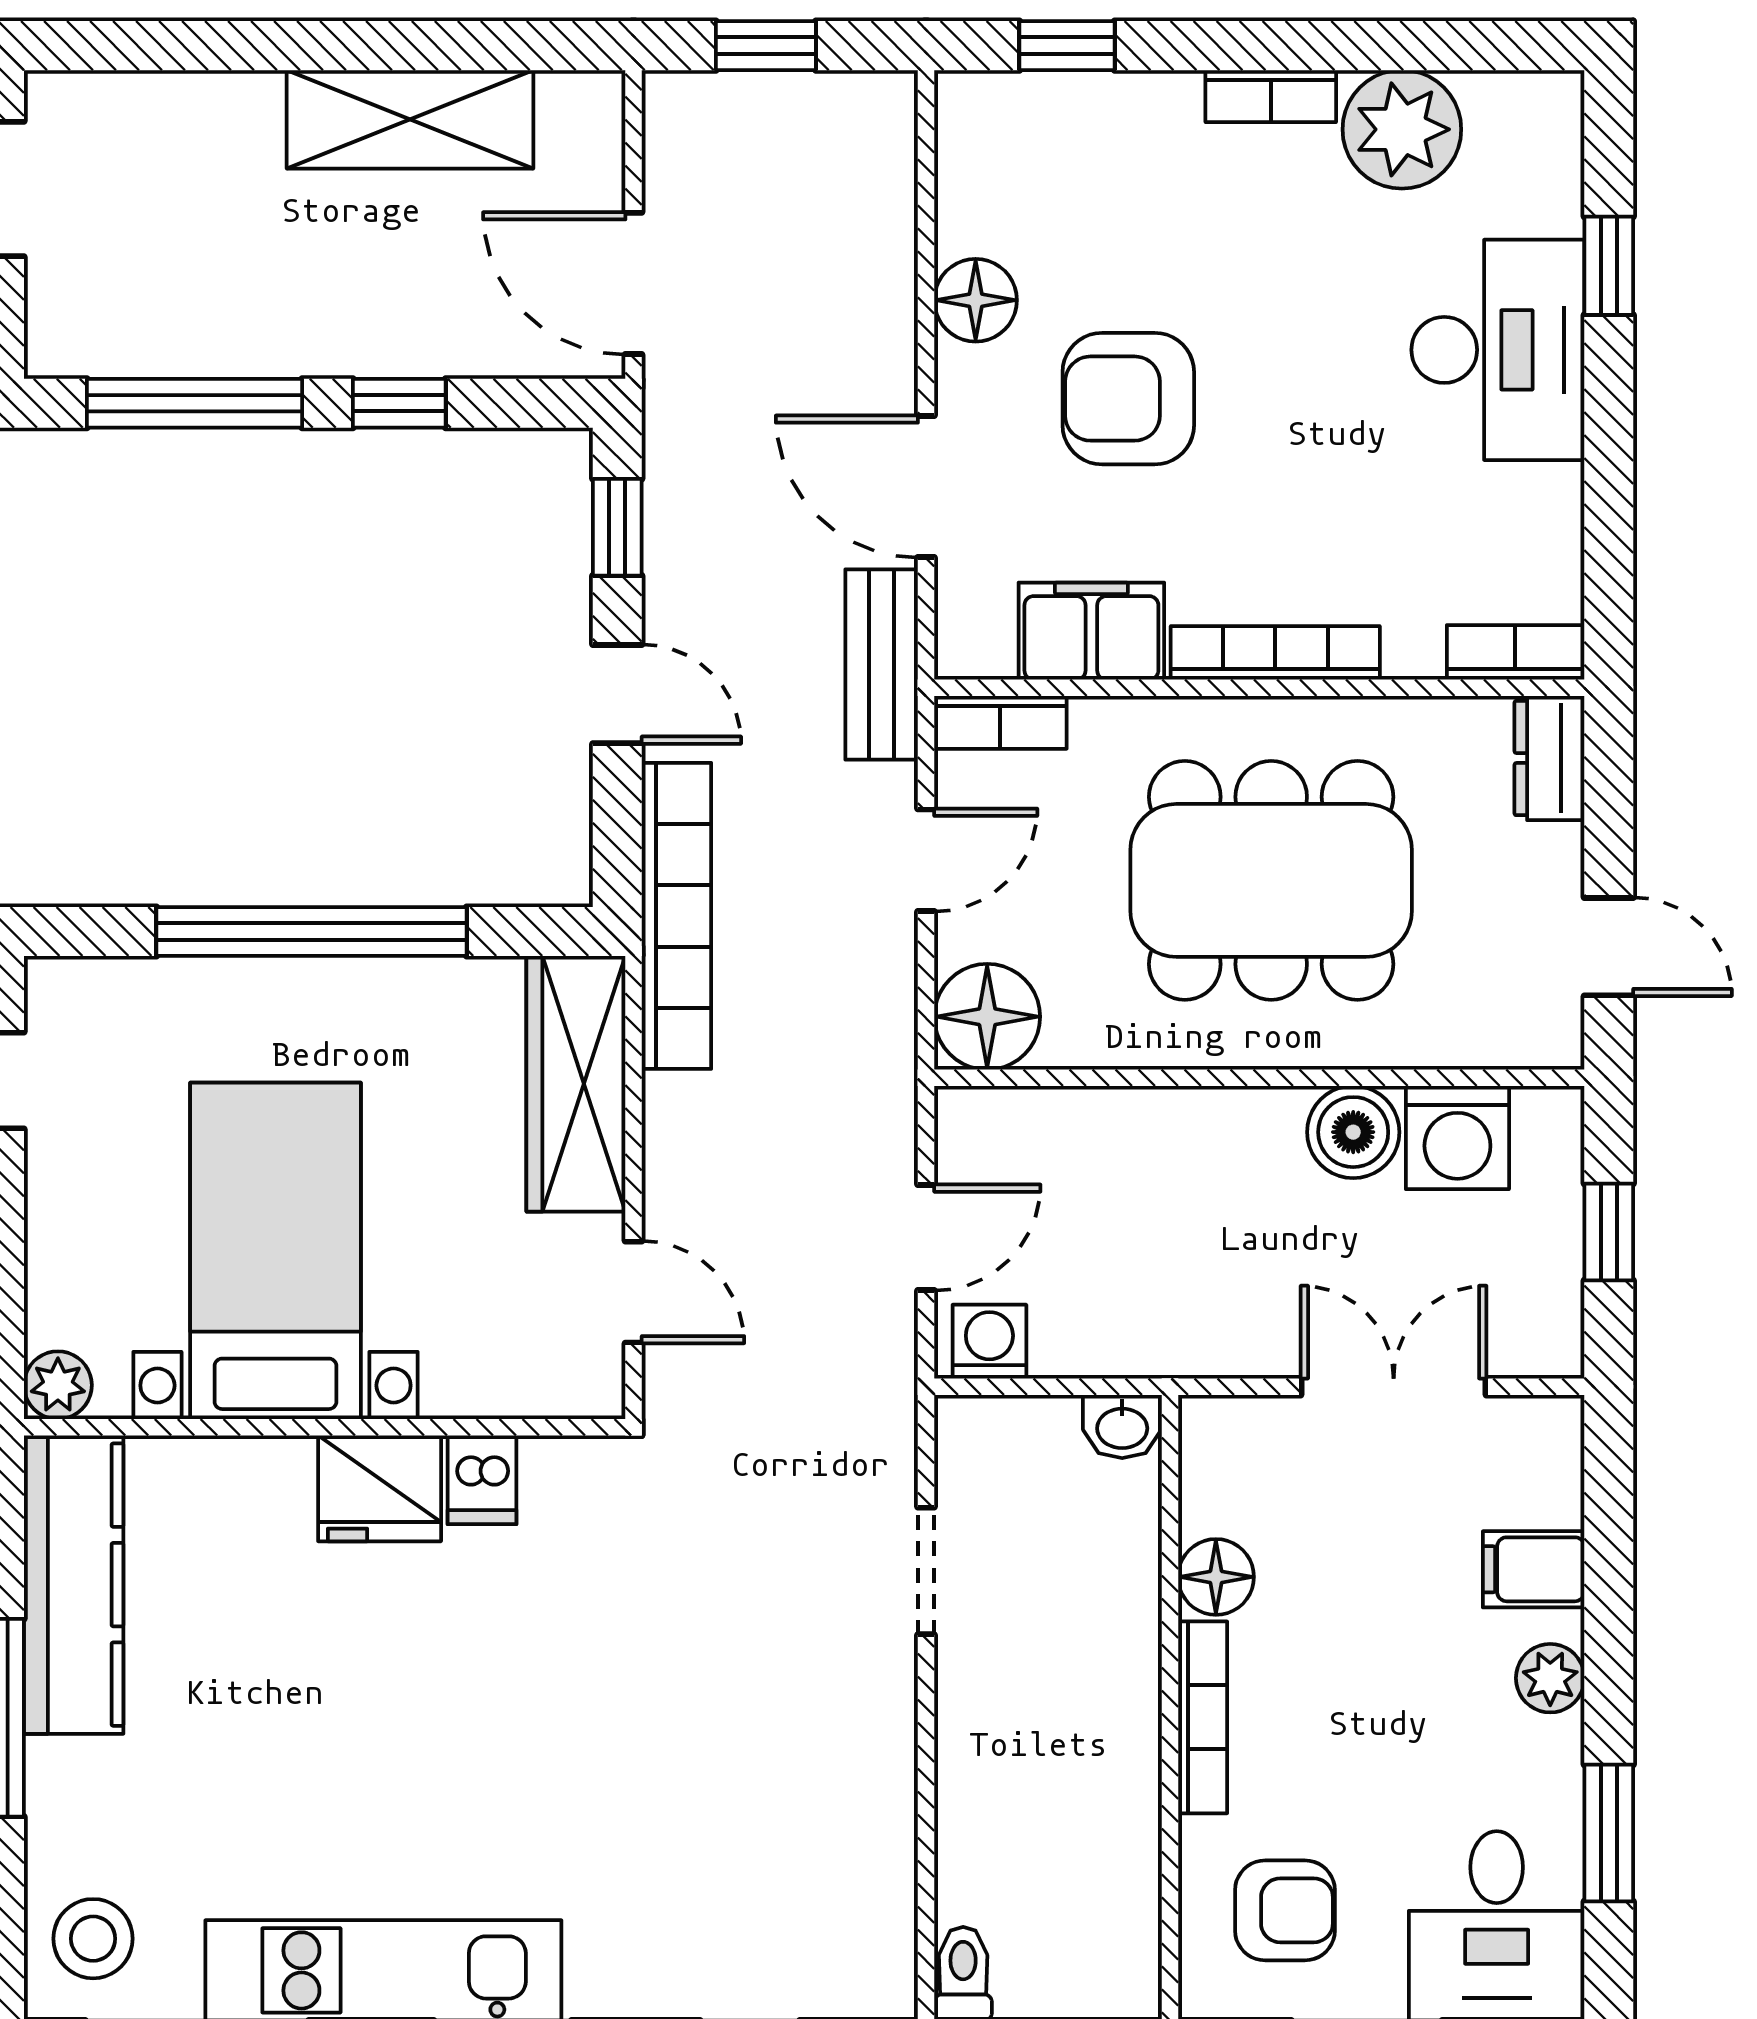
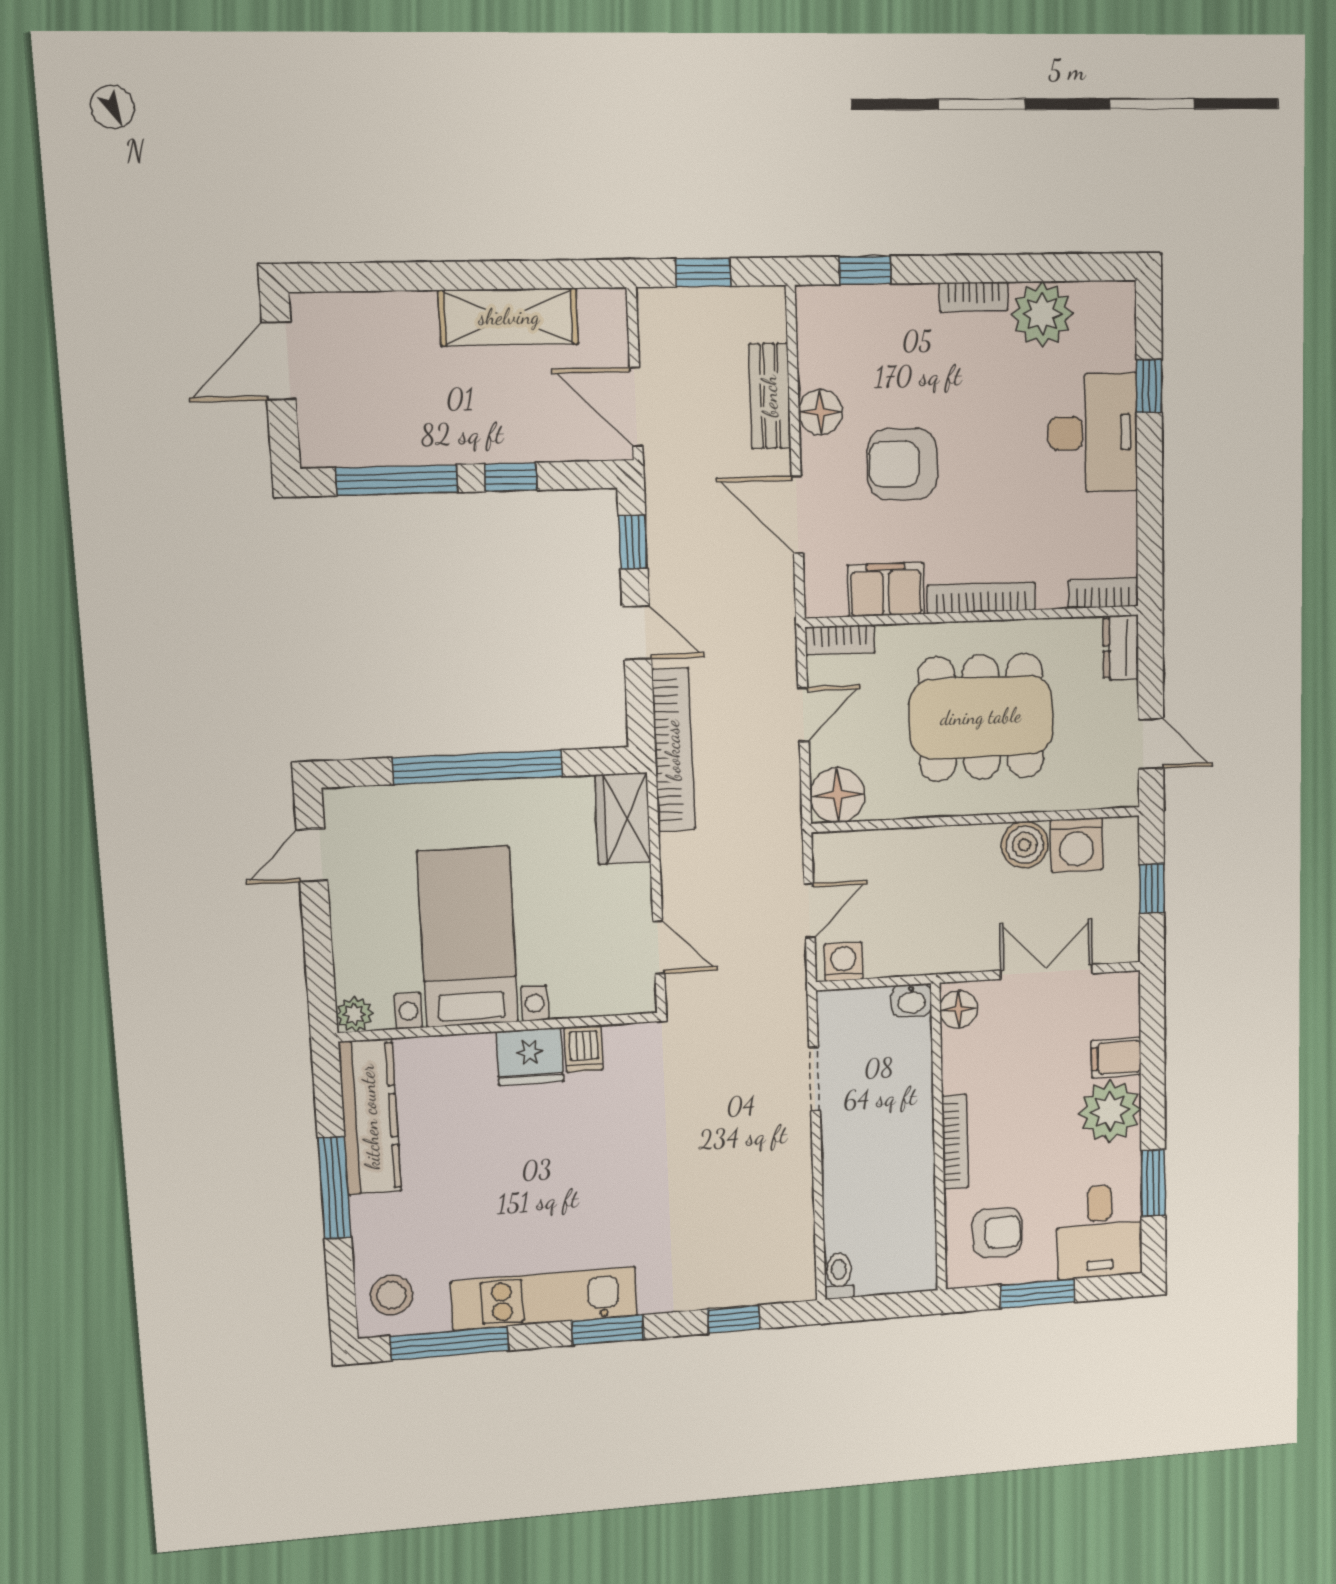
bench: (882, 664) -> (770, 396), moved
wardrobe: (576, 1084) -> (623, 818), width x0.67
floor lamp: (1216, 1577) -> (959, 1009), moved
plant: (1550, 1678) -> (1110, 1111), width x1.88, depth x1.88

